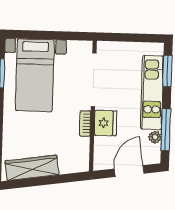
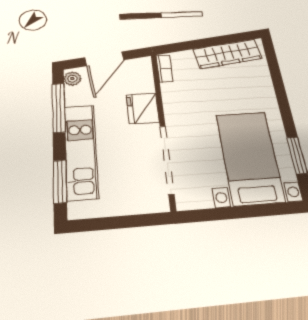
bookcase: (85, 123) -> (164, 69), moved
plant: (155, 137) -> (72, 79), moved

